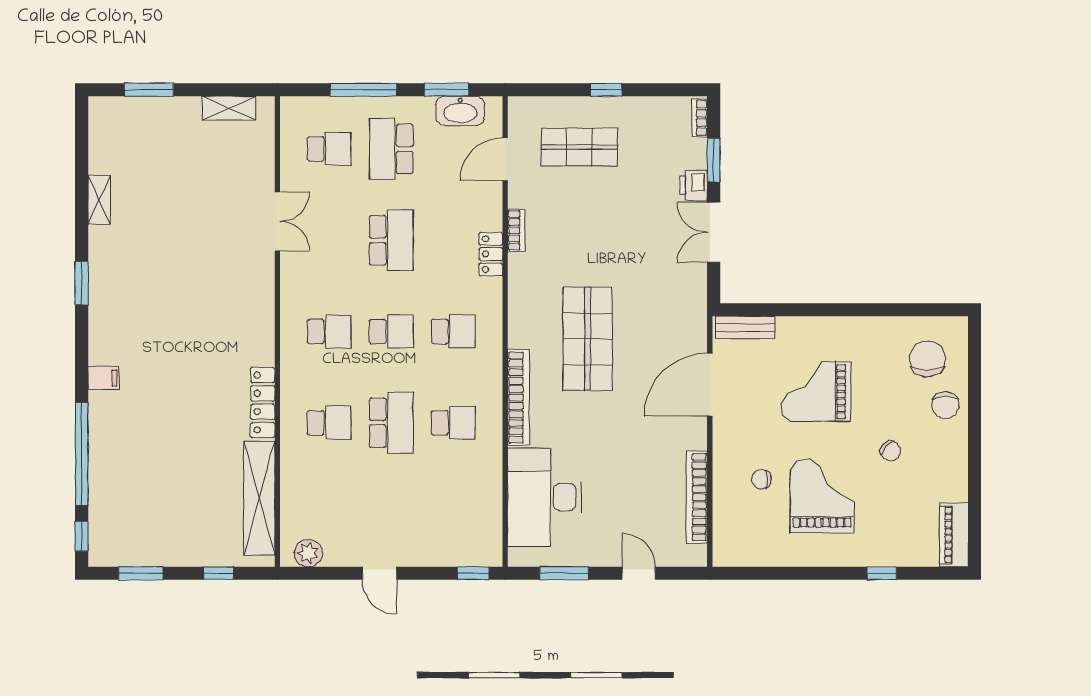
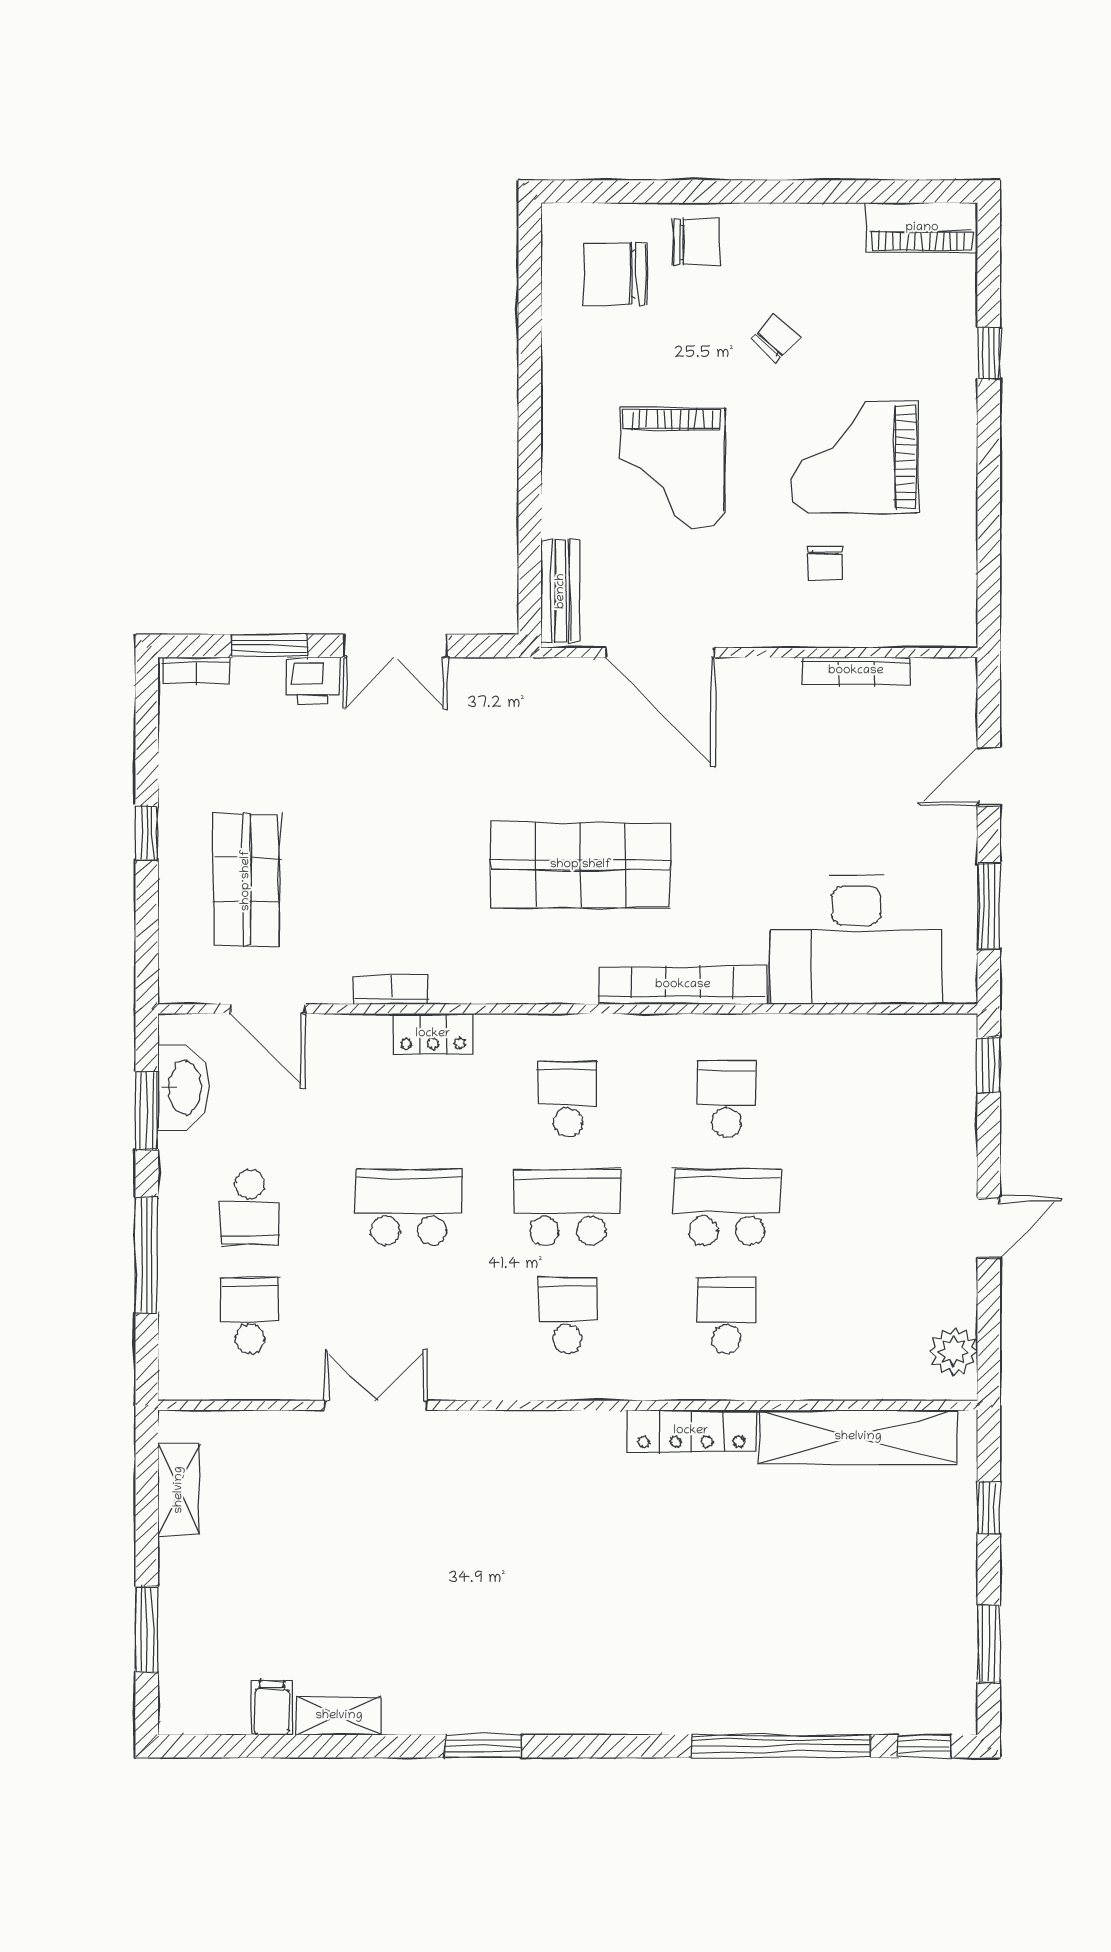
school desk: (391, 149) -> (250, 1207), width x0.54
school desk: (391, 332) -> (568, 1207), width x1.85
filing cabinet: (104, 378) -> (272, 1708), moved
bookcase: (697, 497) -> (856, 671), width x0.68, depth x0.76

